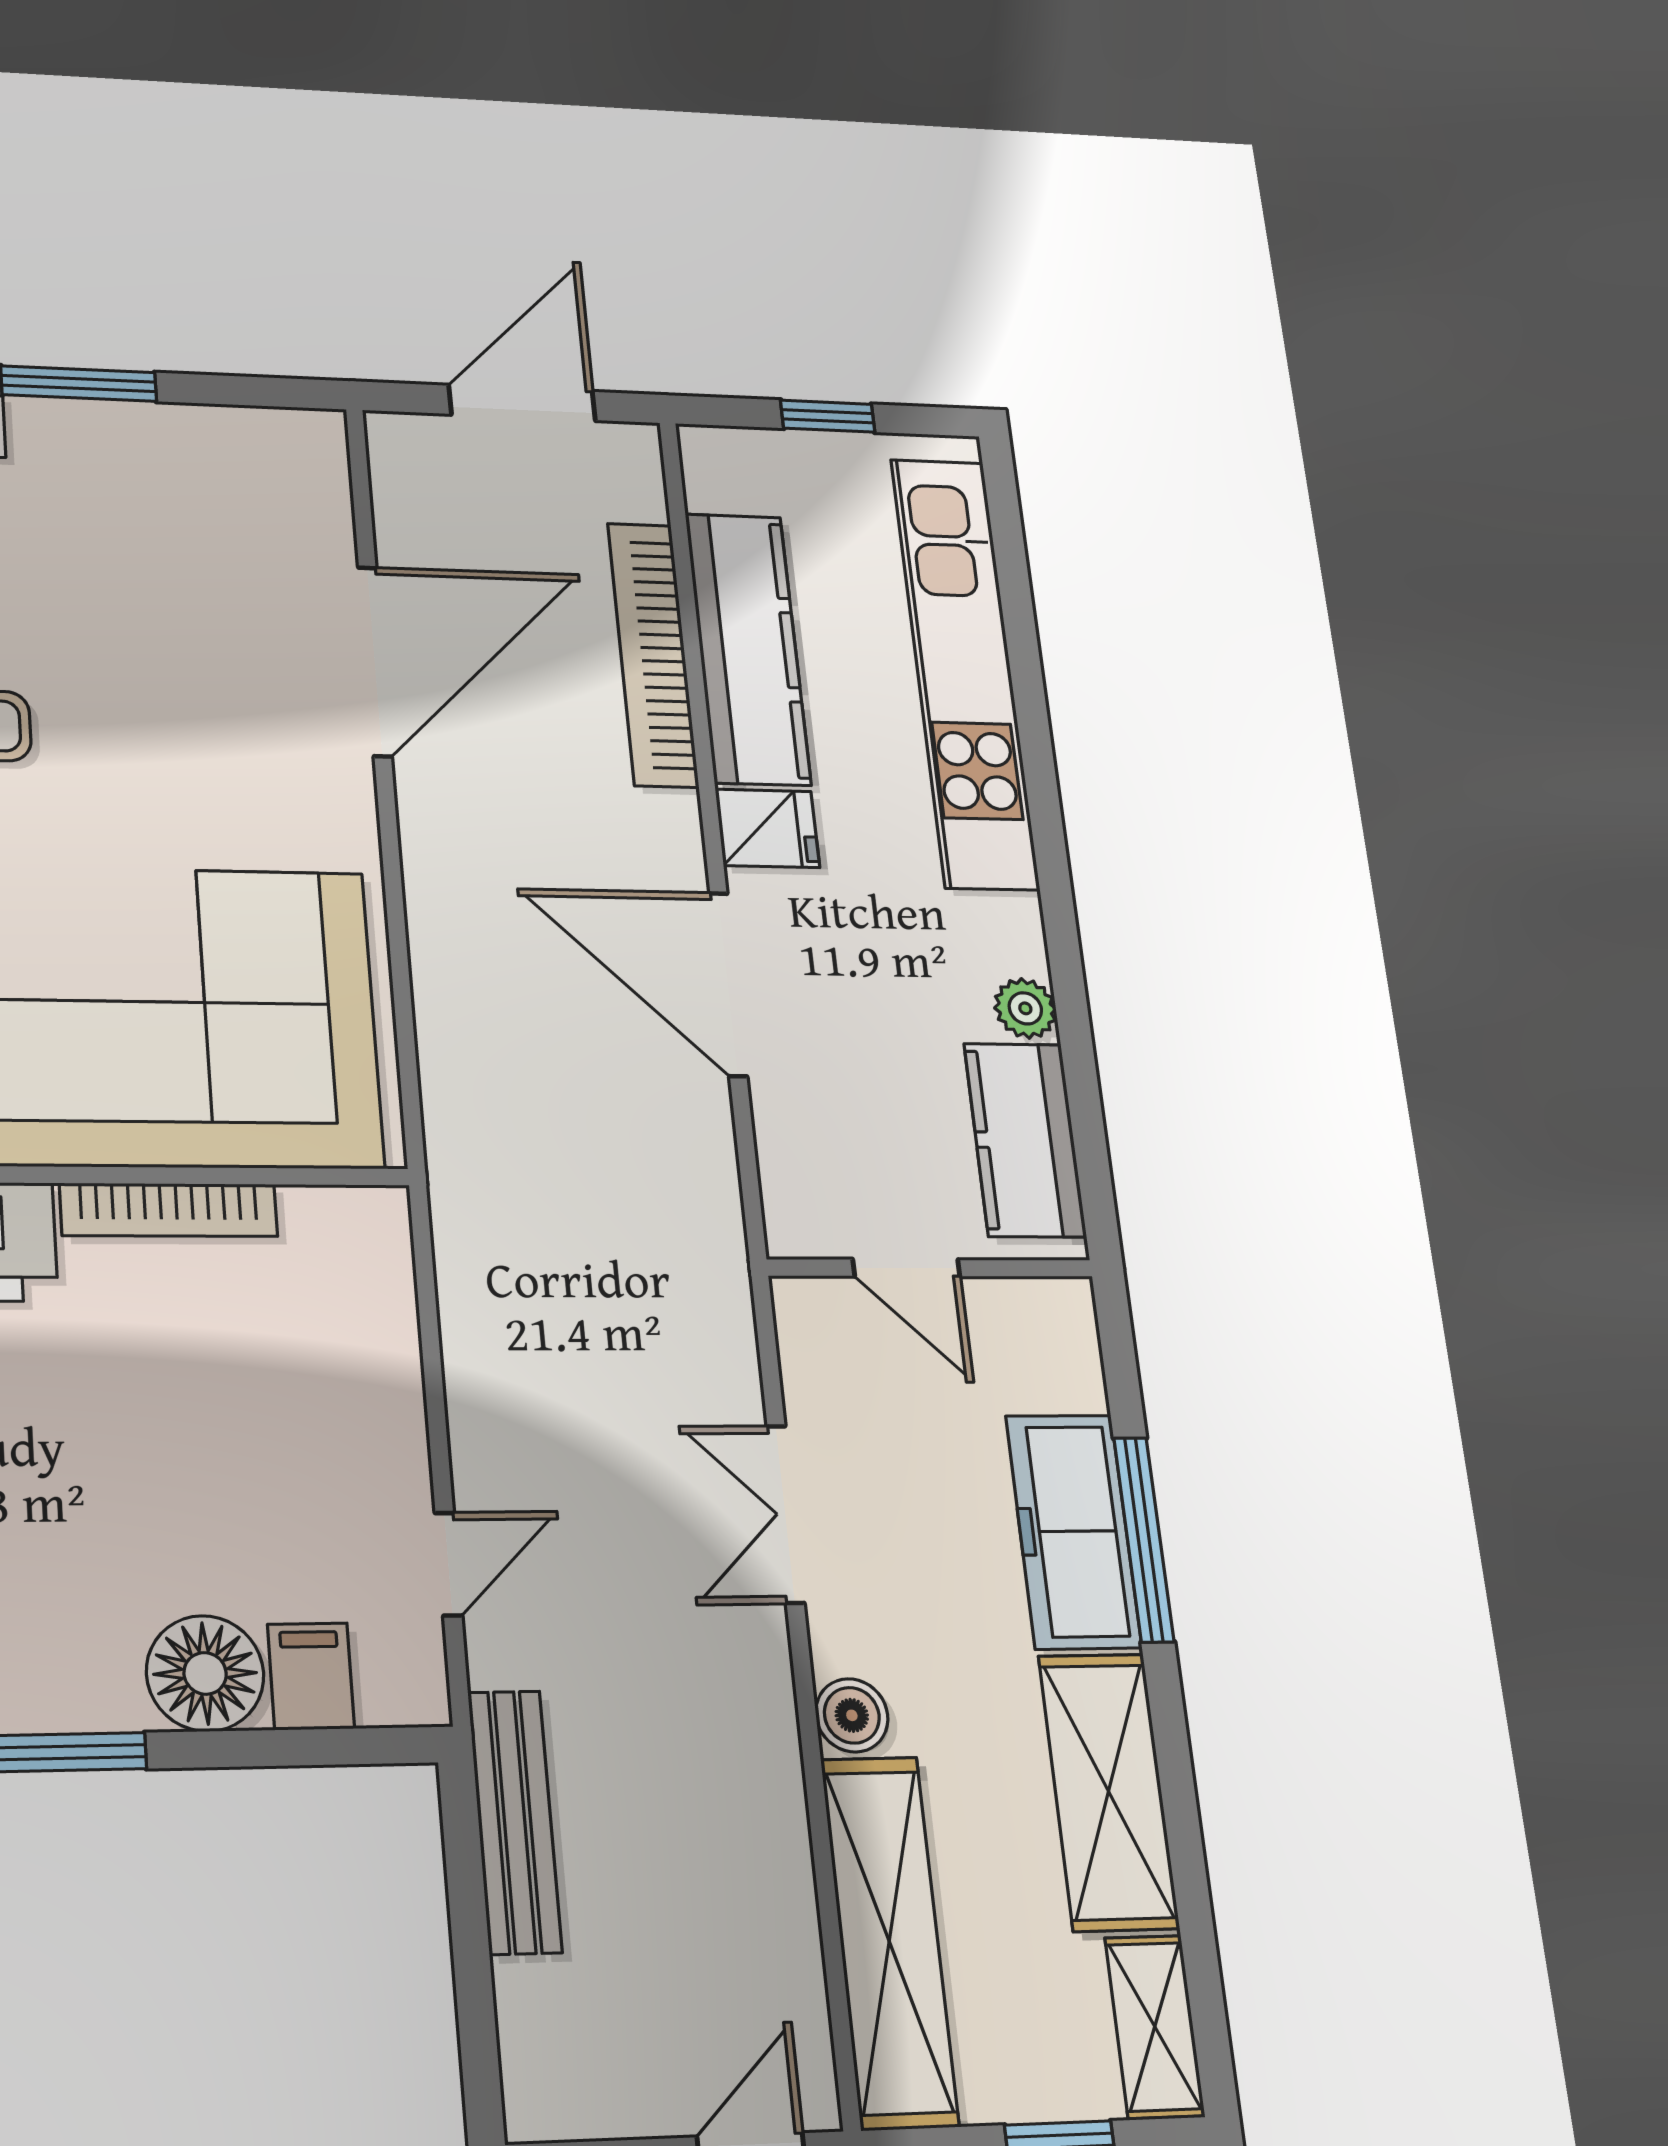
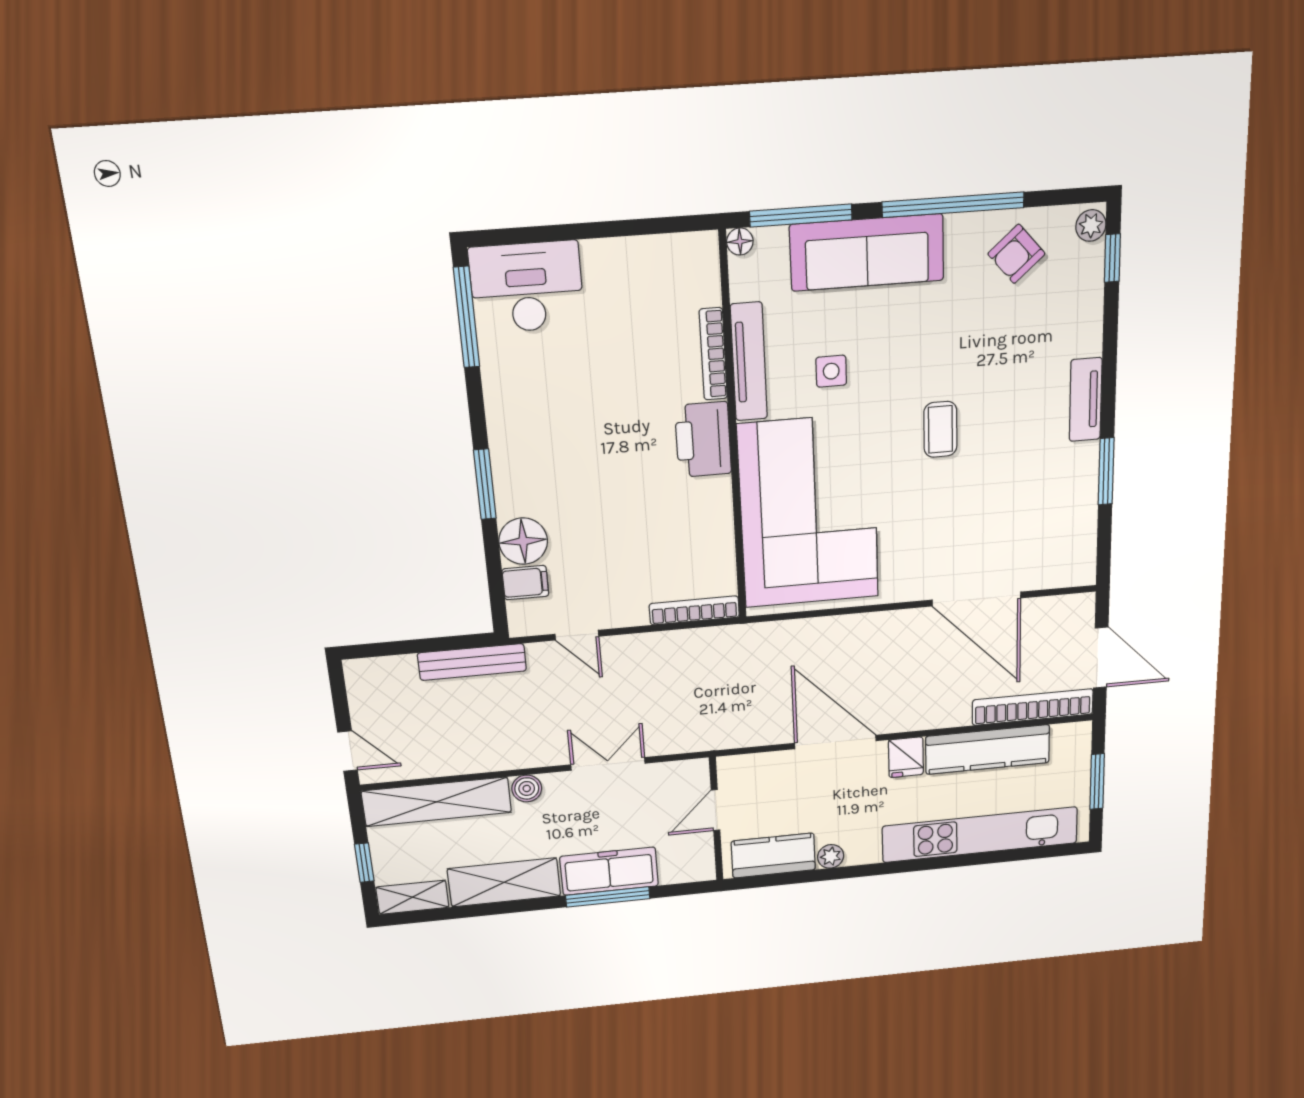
window: (828, 416) -> (1097, 782), width x1.50
bookcase: (653, 654) -> (1033, 707), moved
door: (728, 984) -> (835, 742), hinge flipped
bookcase: (169, 1210) -> (694, 610), moved, turned 90

